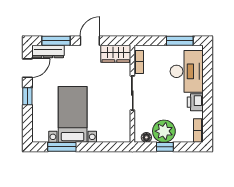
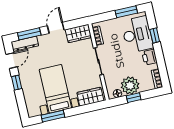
window: (208, 77) -> (155, 36), added
wardrobe: (113, 134) -> (90, 97), added

